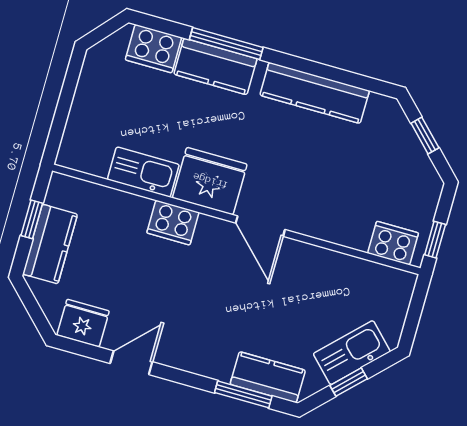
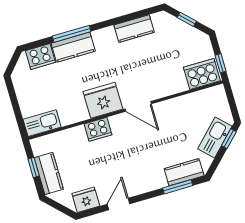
kitchen counter: (315, 93) -> (134, 29), width x0.67
kitchen sink: (143, 172) -> (42, 123), moved
cooker: (393, 243) -> (202, 74), width x1.37, depth x1.31
window: (349, 382) -> (229, 139), moved

